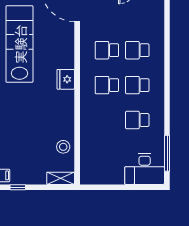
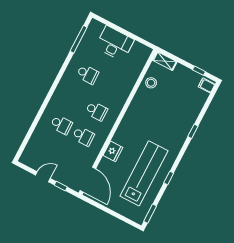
lab bench: (20, 44) -> (144, 173), turned 180
fridge: (66, 79) -> (113, 151), moved
school desk: (137, 85) -> (74, 99), removed
desk: (145, 169) -> (115, 43), moved

